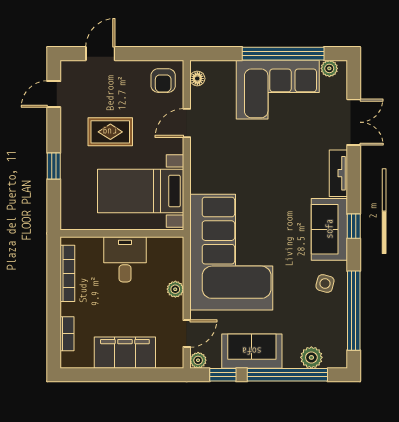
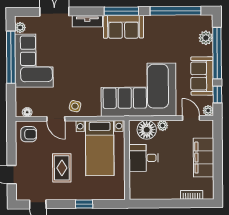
window: (354, 226) -> (121, 11), width x2.17
floor lamp: (169, 264) -> (147, 130), added
bookcase: (67, 273) -> (153, 195), removed
side table: (325, 283) -> (75, 106), moved

